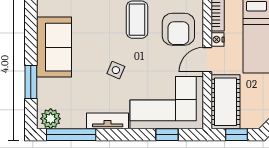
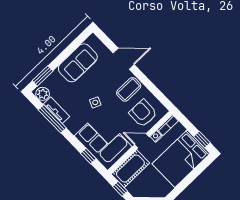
armchair: (178, 29) -> (143, 113), turned 91
window: (31, 82) -> (43, 76), moved
tv unit: (108, 121) -> (56, 110), moved
window: (71, 135) -> (52, 119), moved

